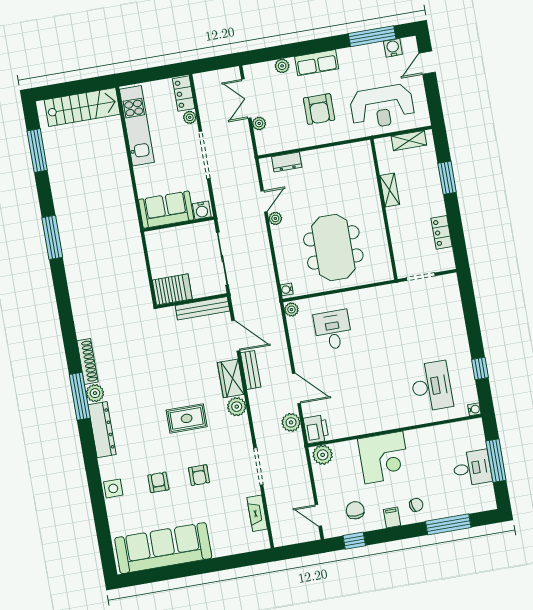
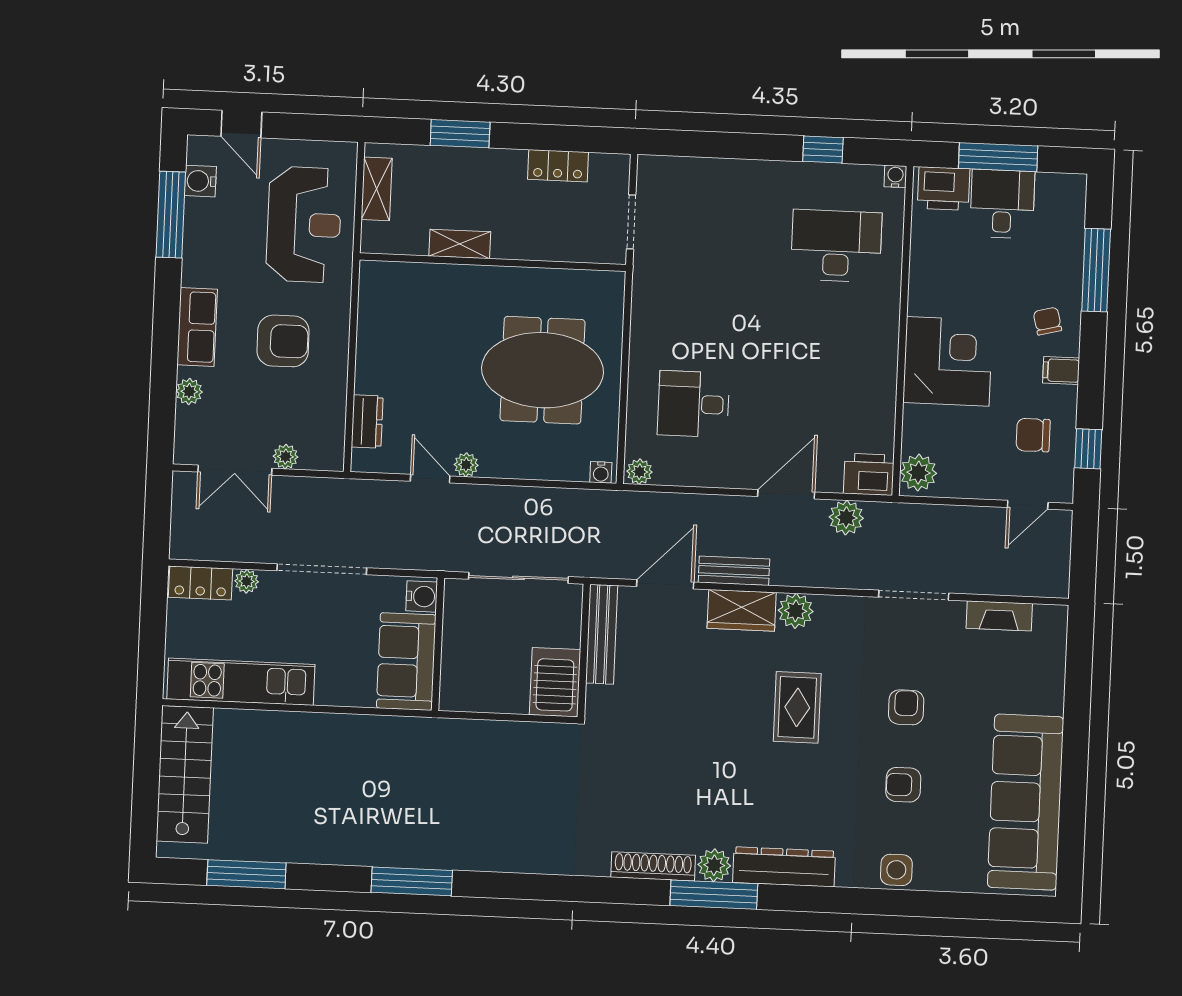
printer: (473, 436) -> (944, 189), added
armchair: (199, 475) -> (906, 707), turned -90

